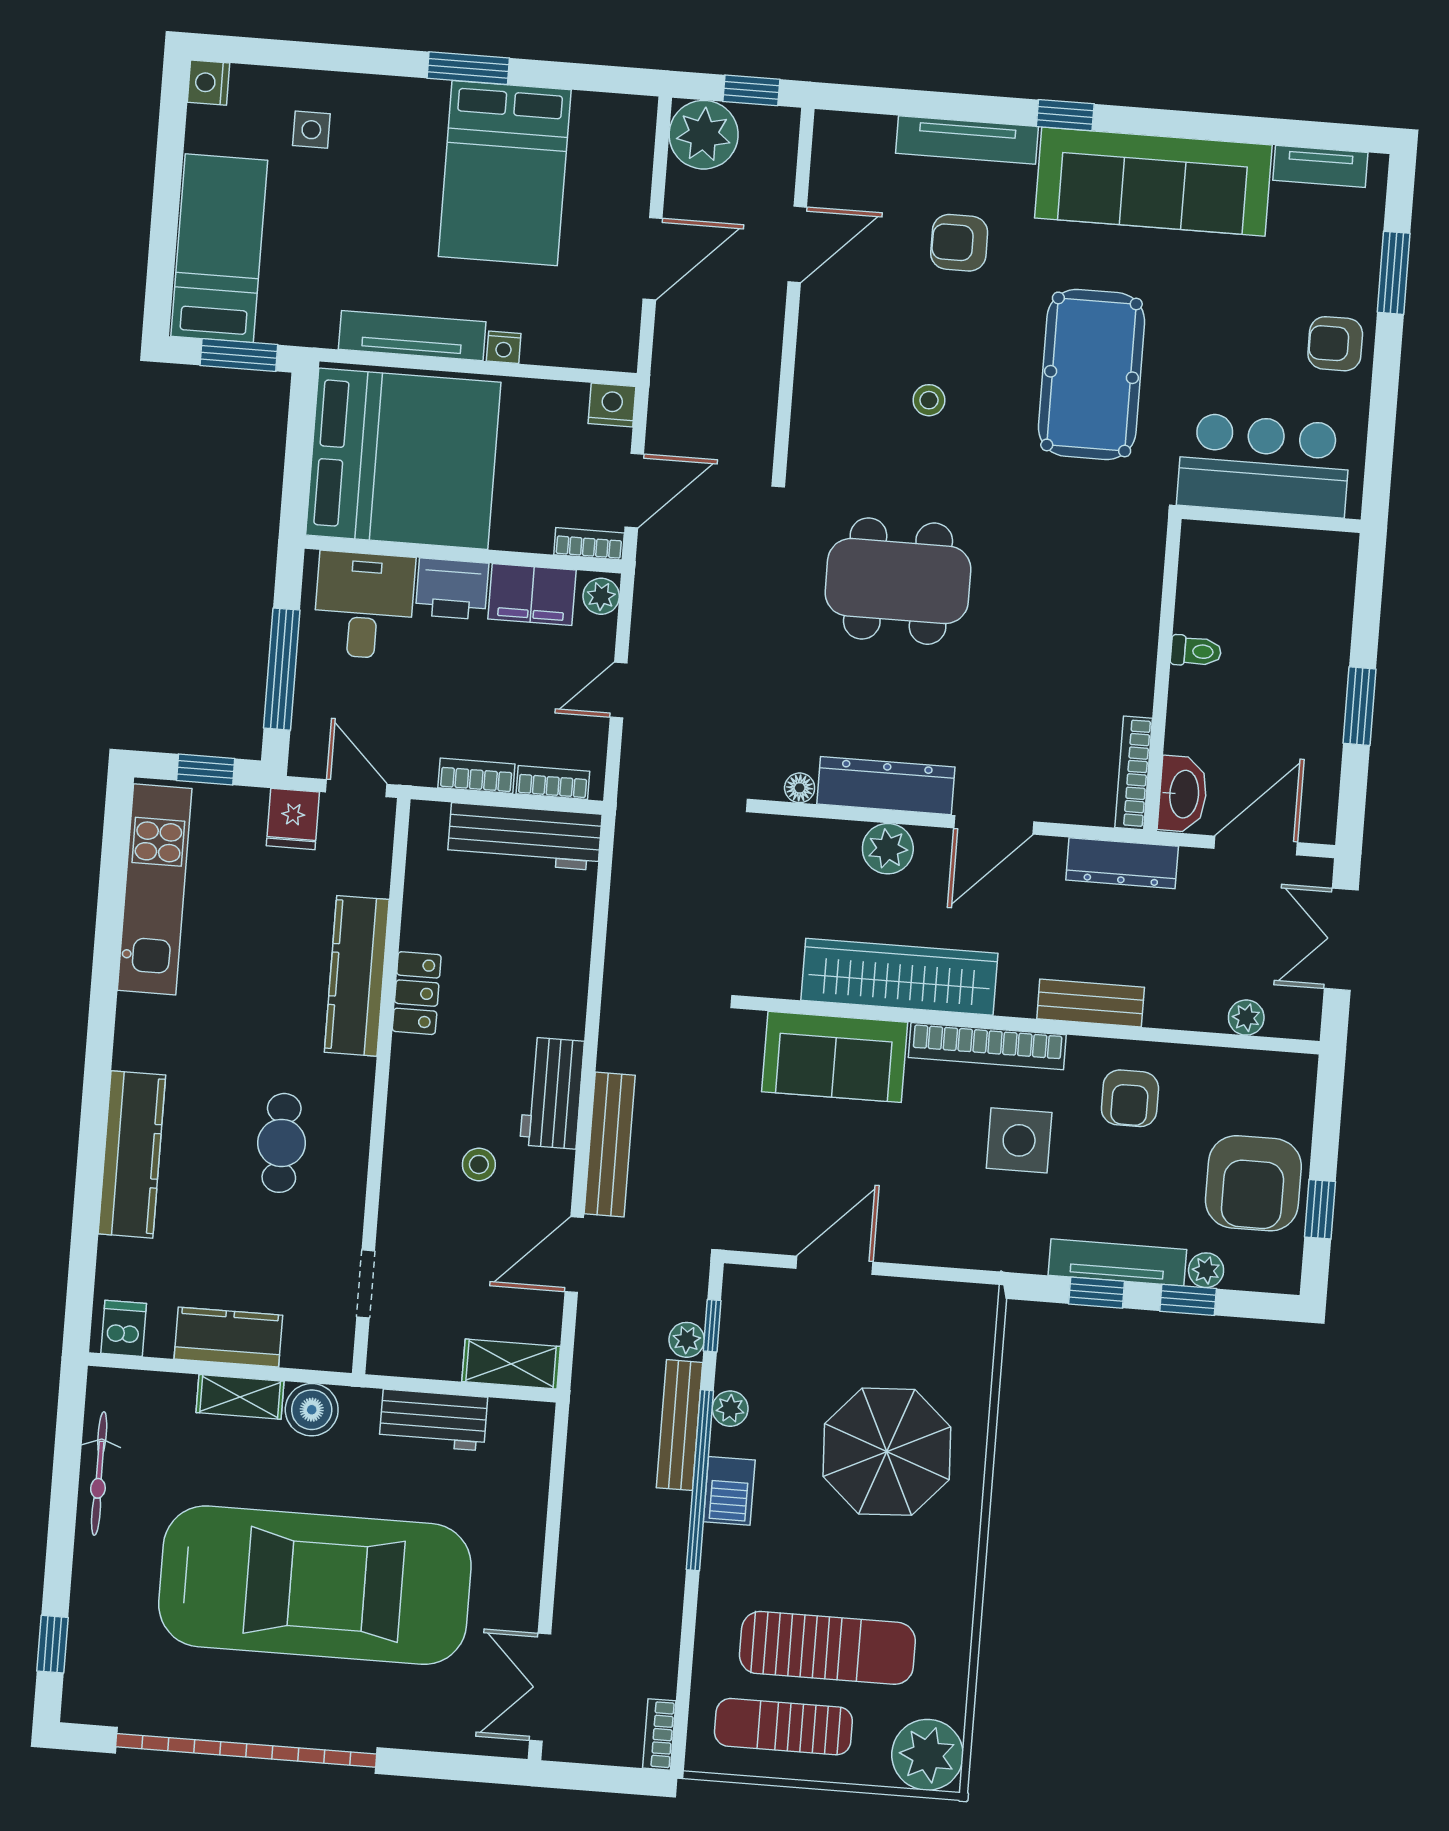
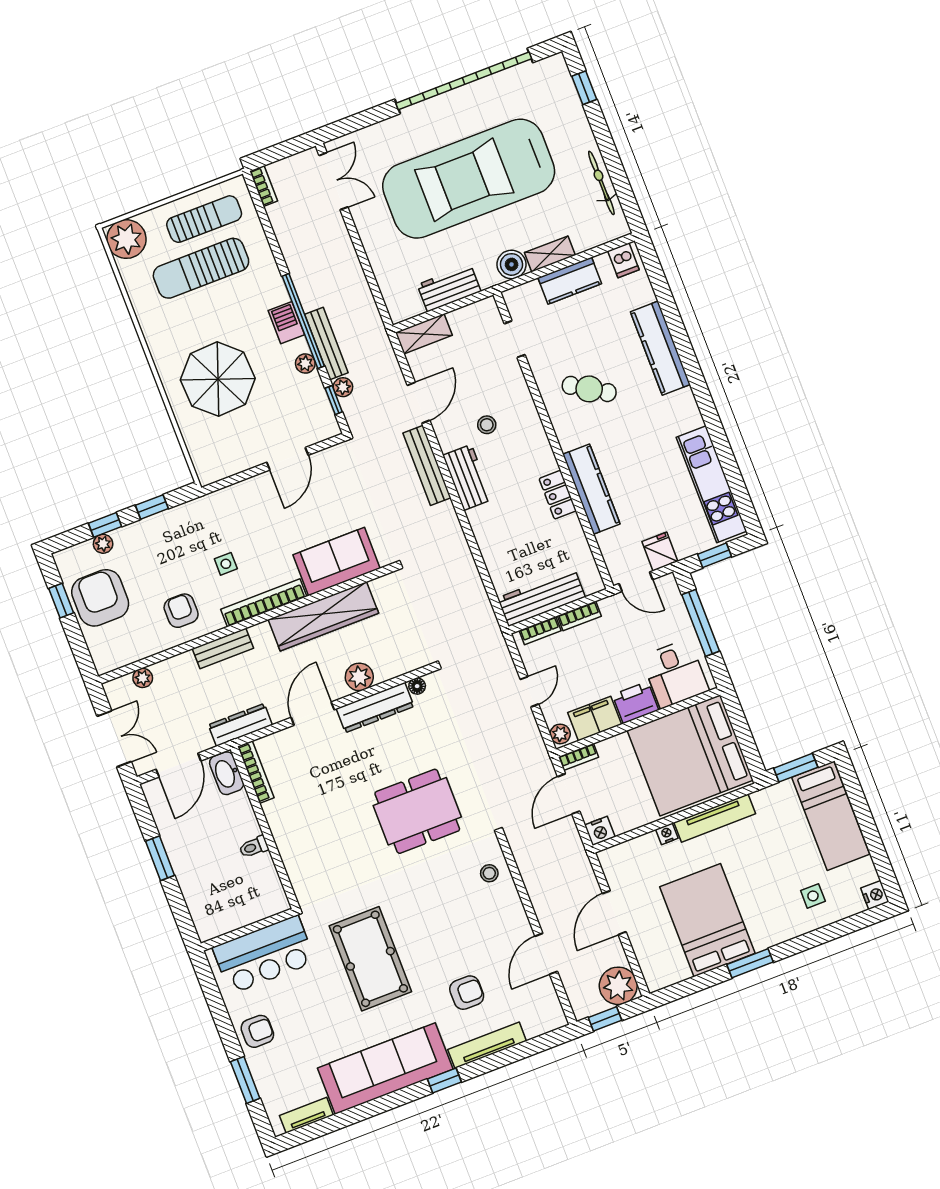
stool: (929, 400) -> (489, 873), moved
side table: (1019, 1140) -> (226, 564), width x0.54, depth x0.54
cafe table: (282, 1143) -> (589, 389), turned -58
tv unit: (1117, 1262) -> (149, 527), removed

